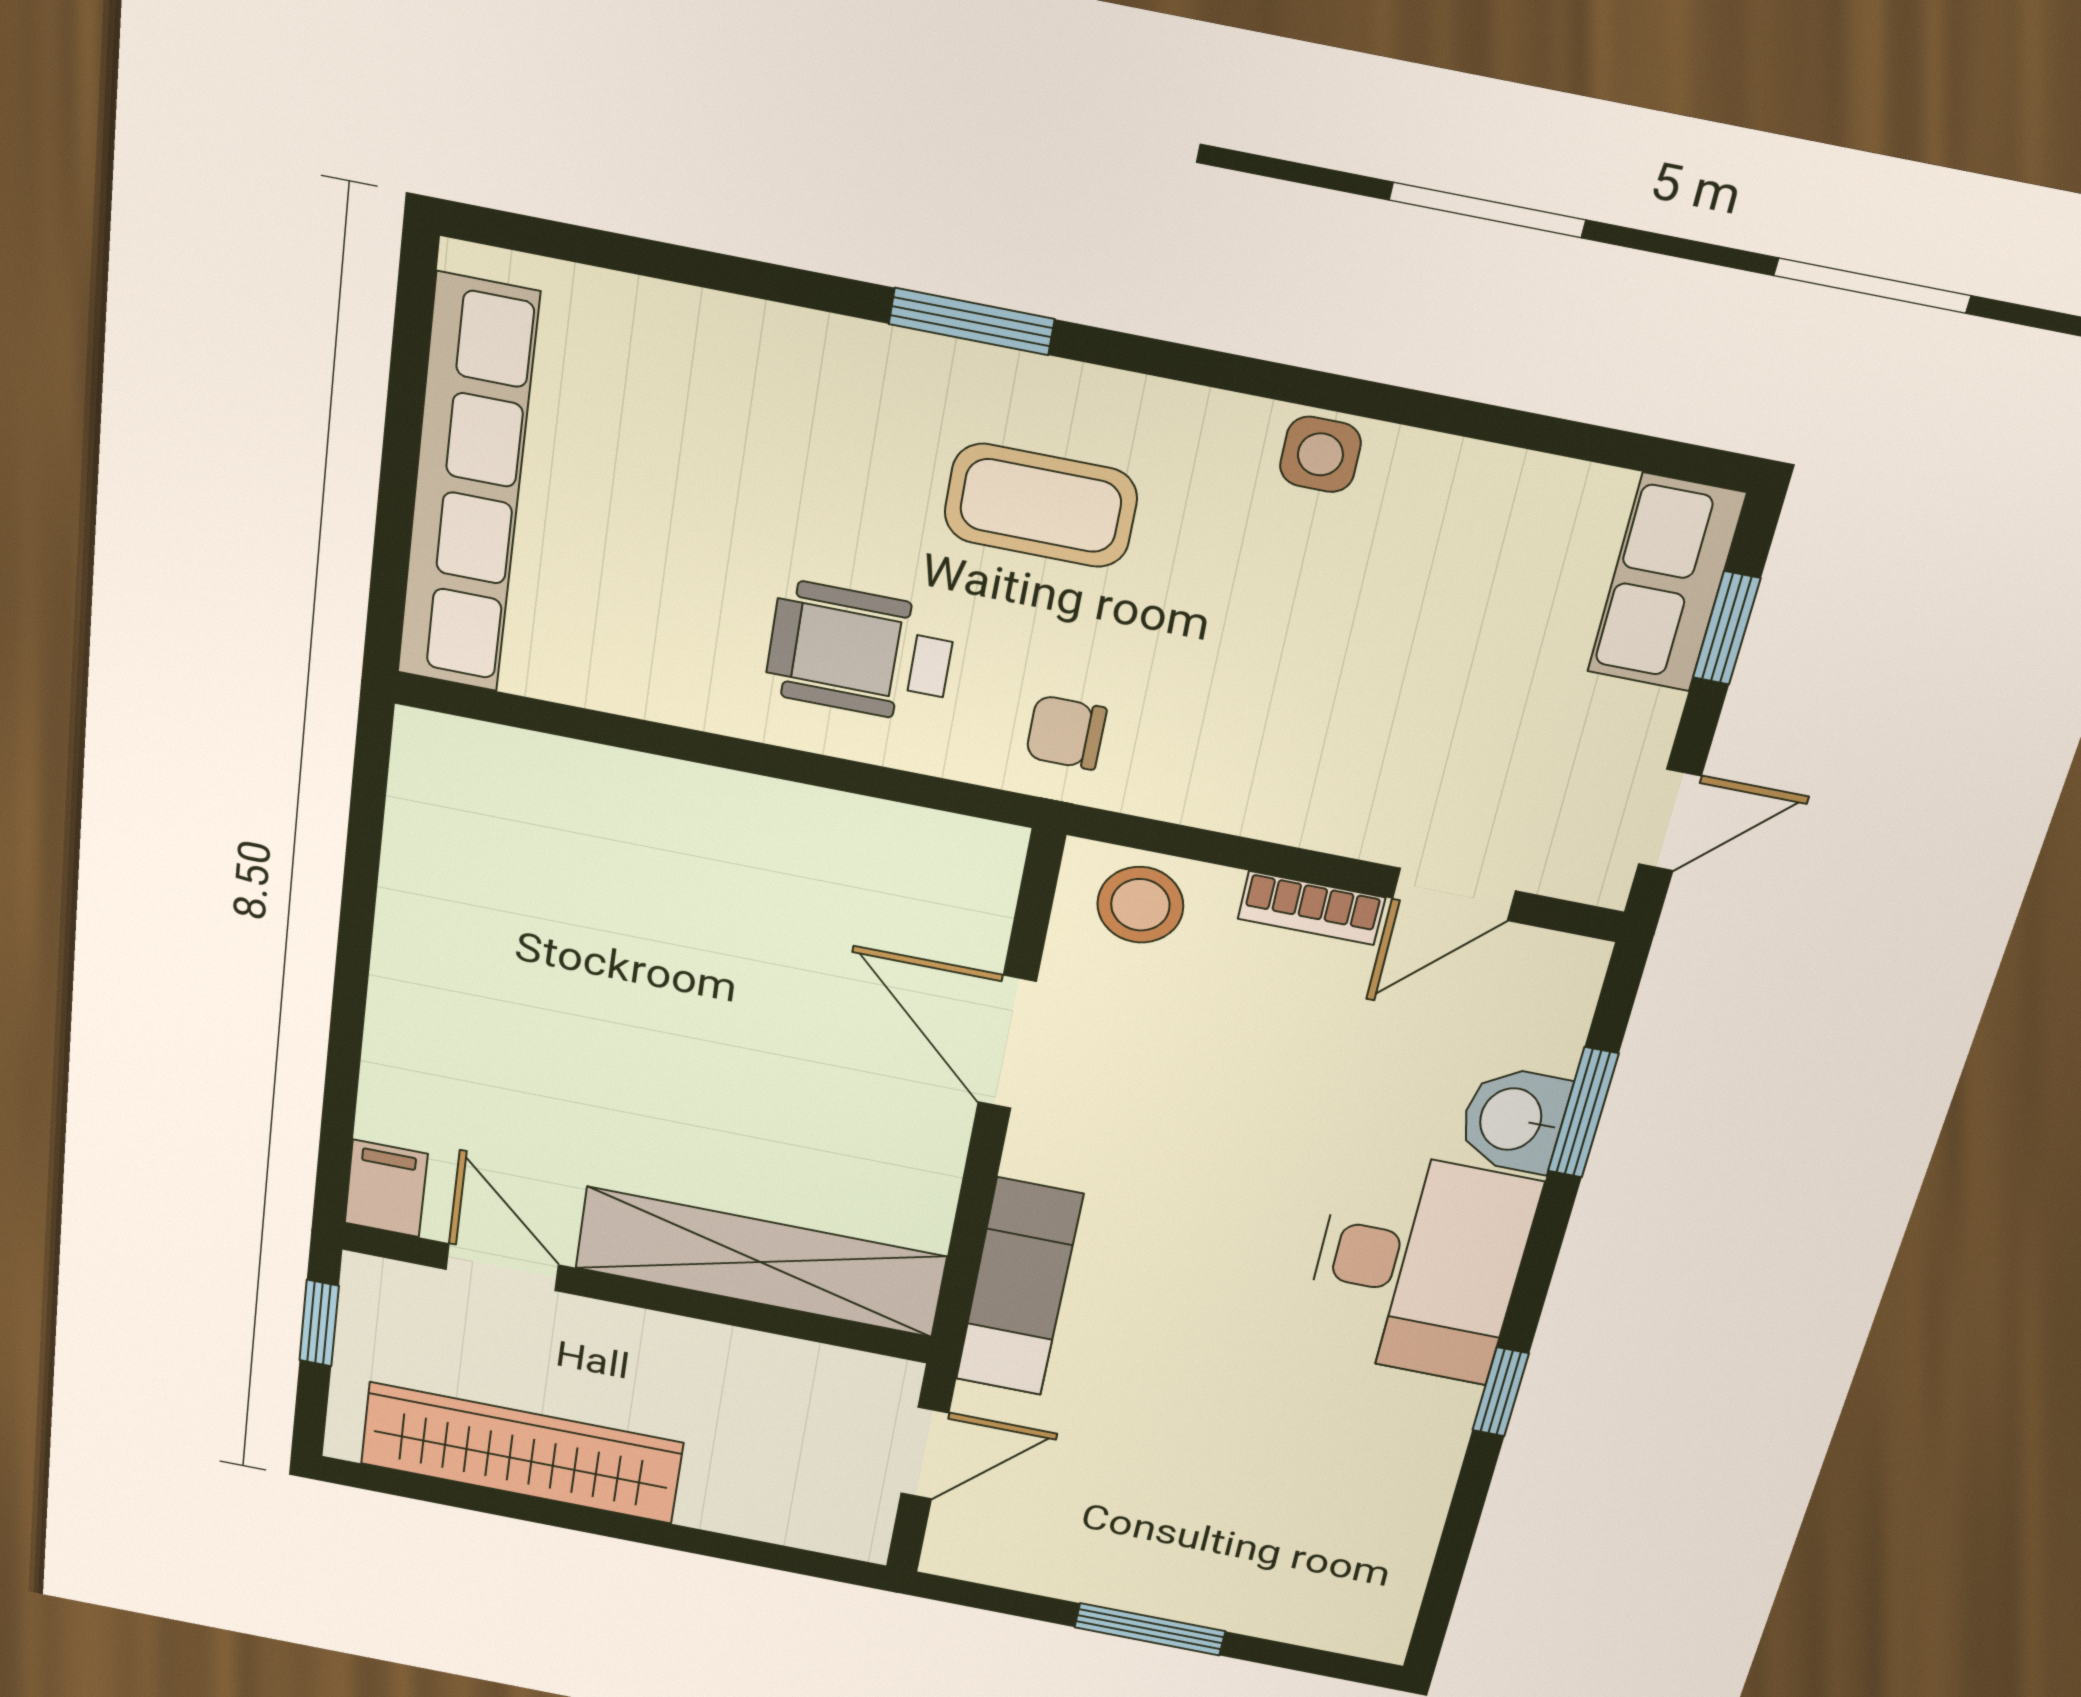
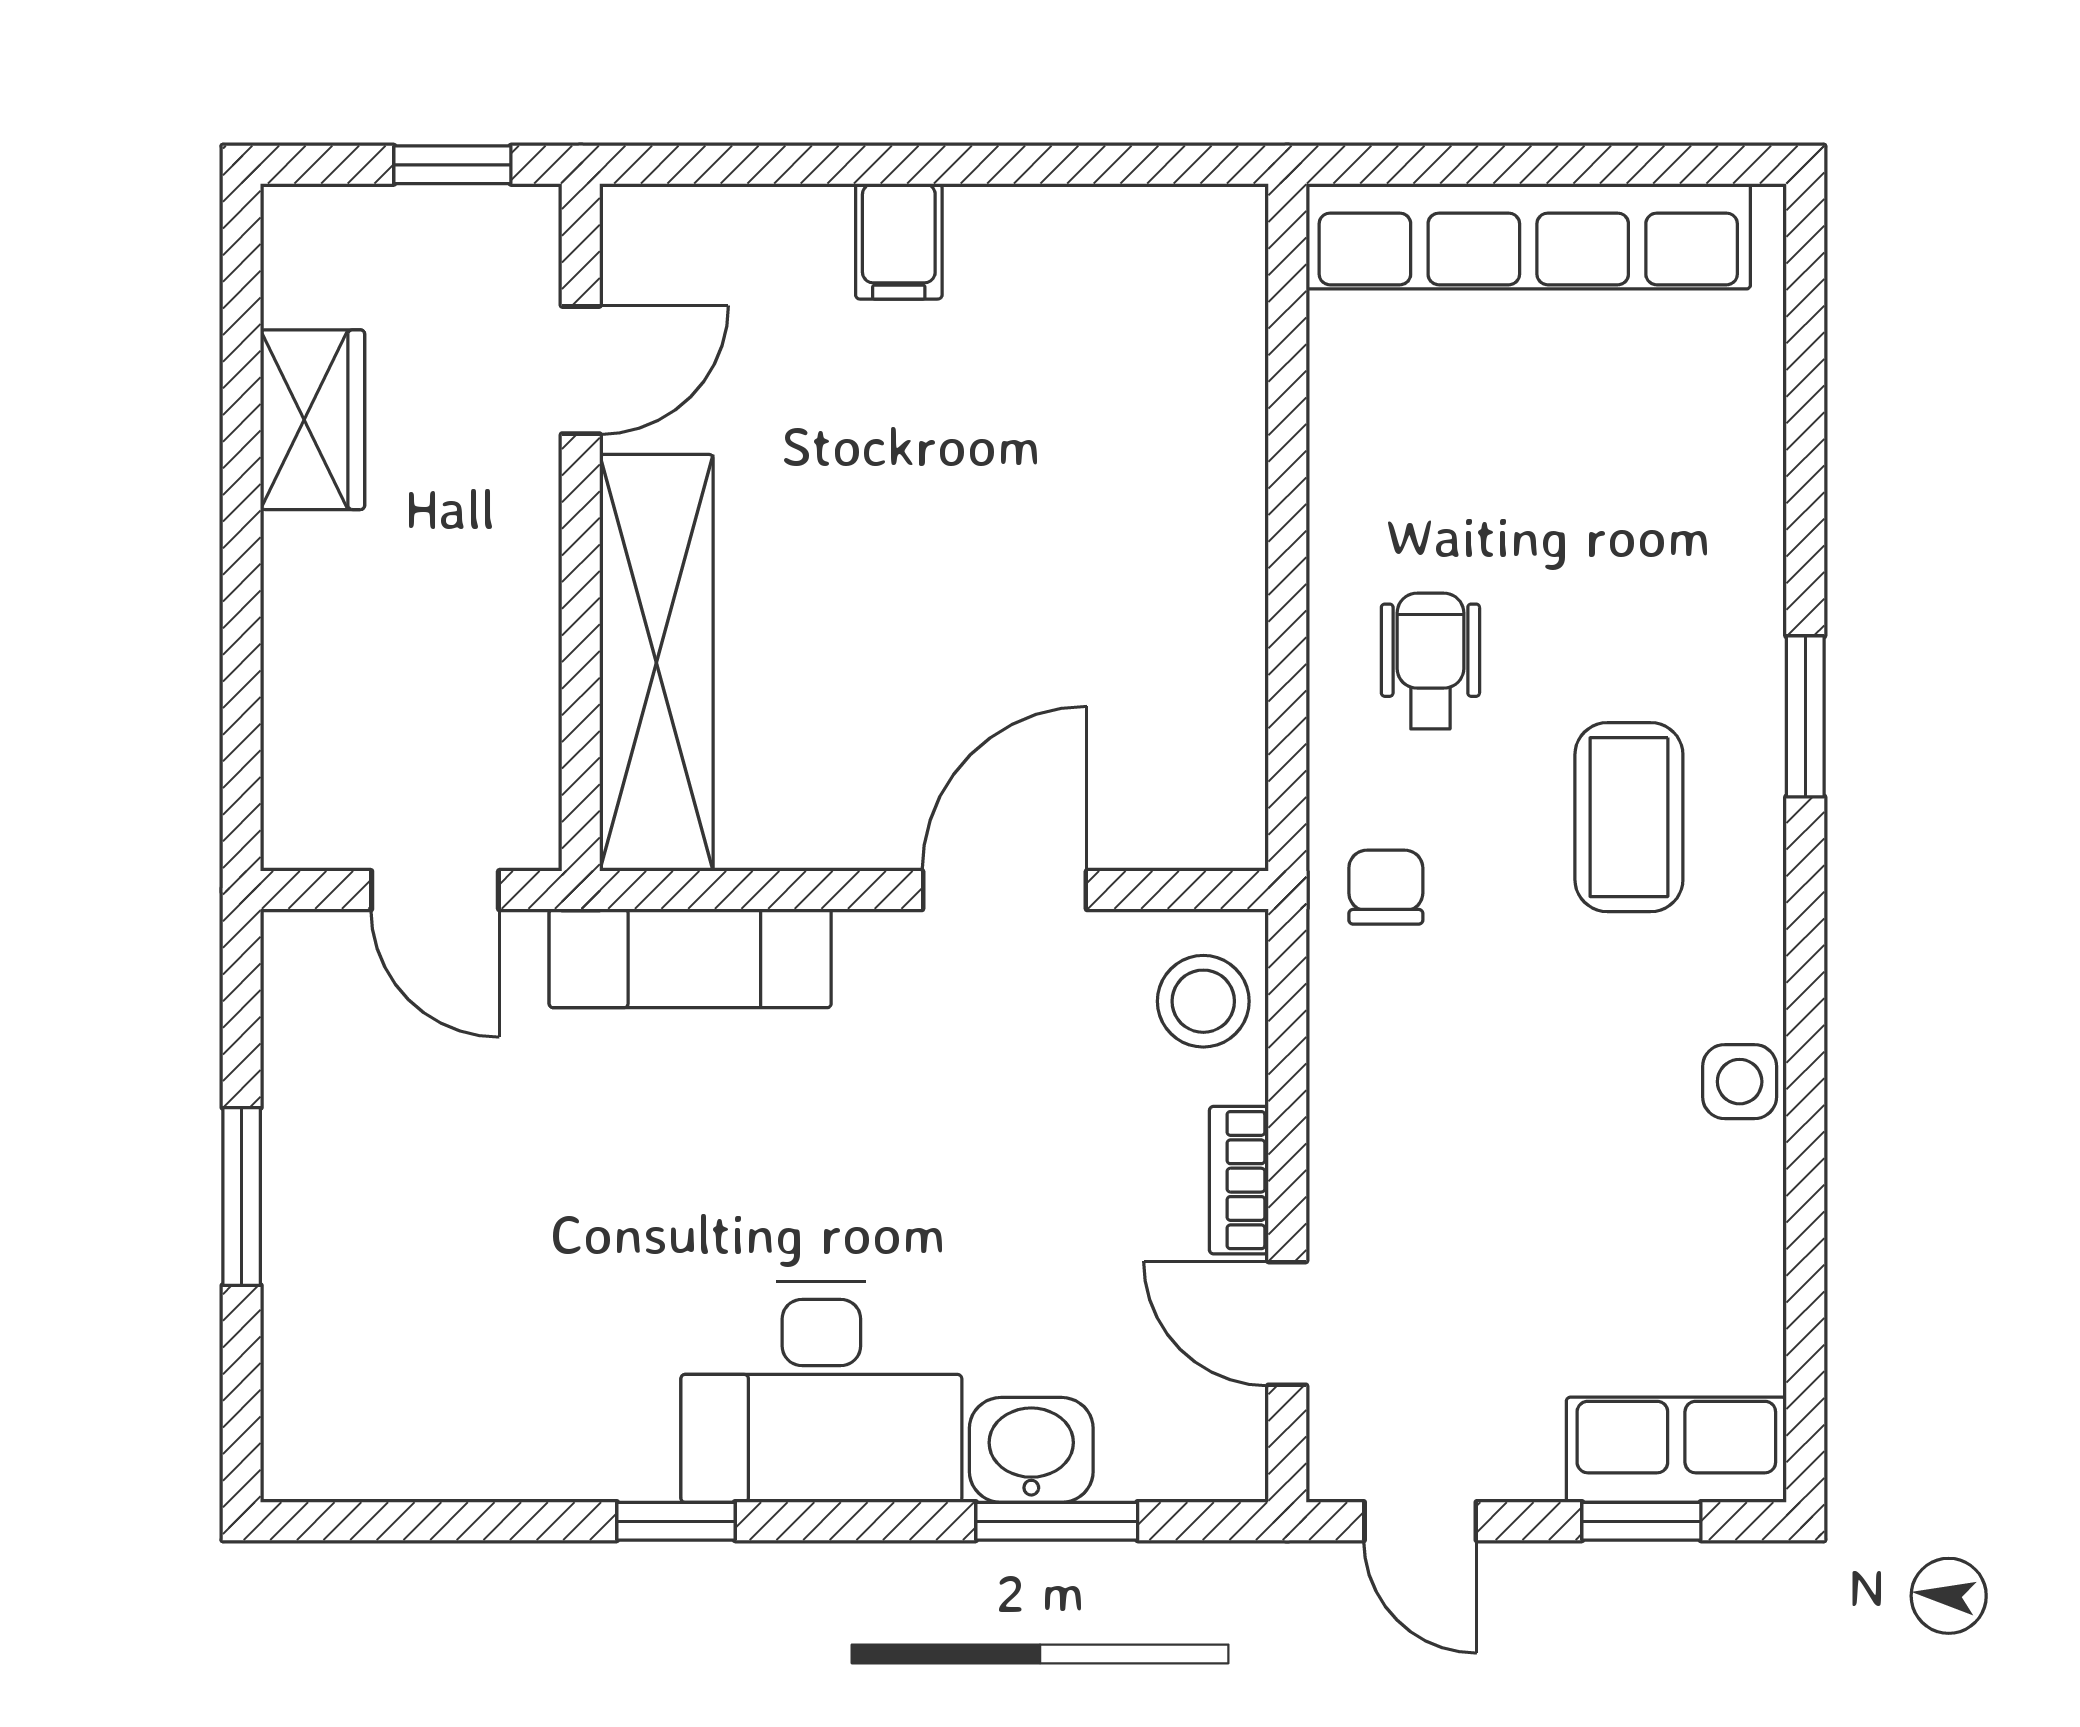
wheelchair: (860, 653) -> (1430, 661), width x0.73, depth x0.73
filing cabinet: (386, 1189) -> (899, 241), moved, turned 90
wardrobe: (521, 1453) -> (313, 420), width x0.48, depth x0.85

